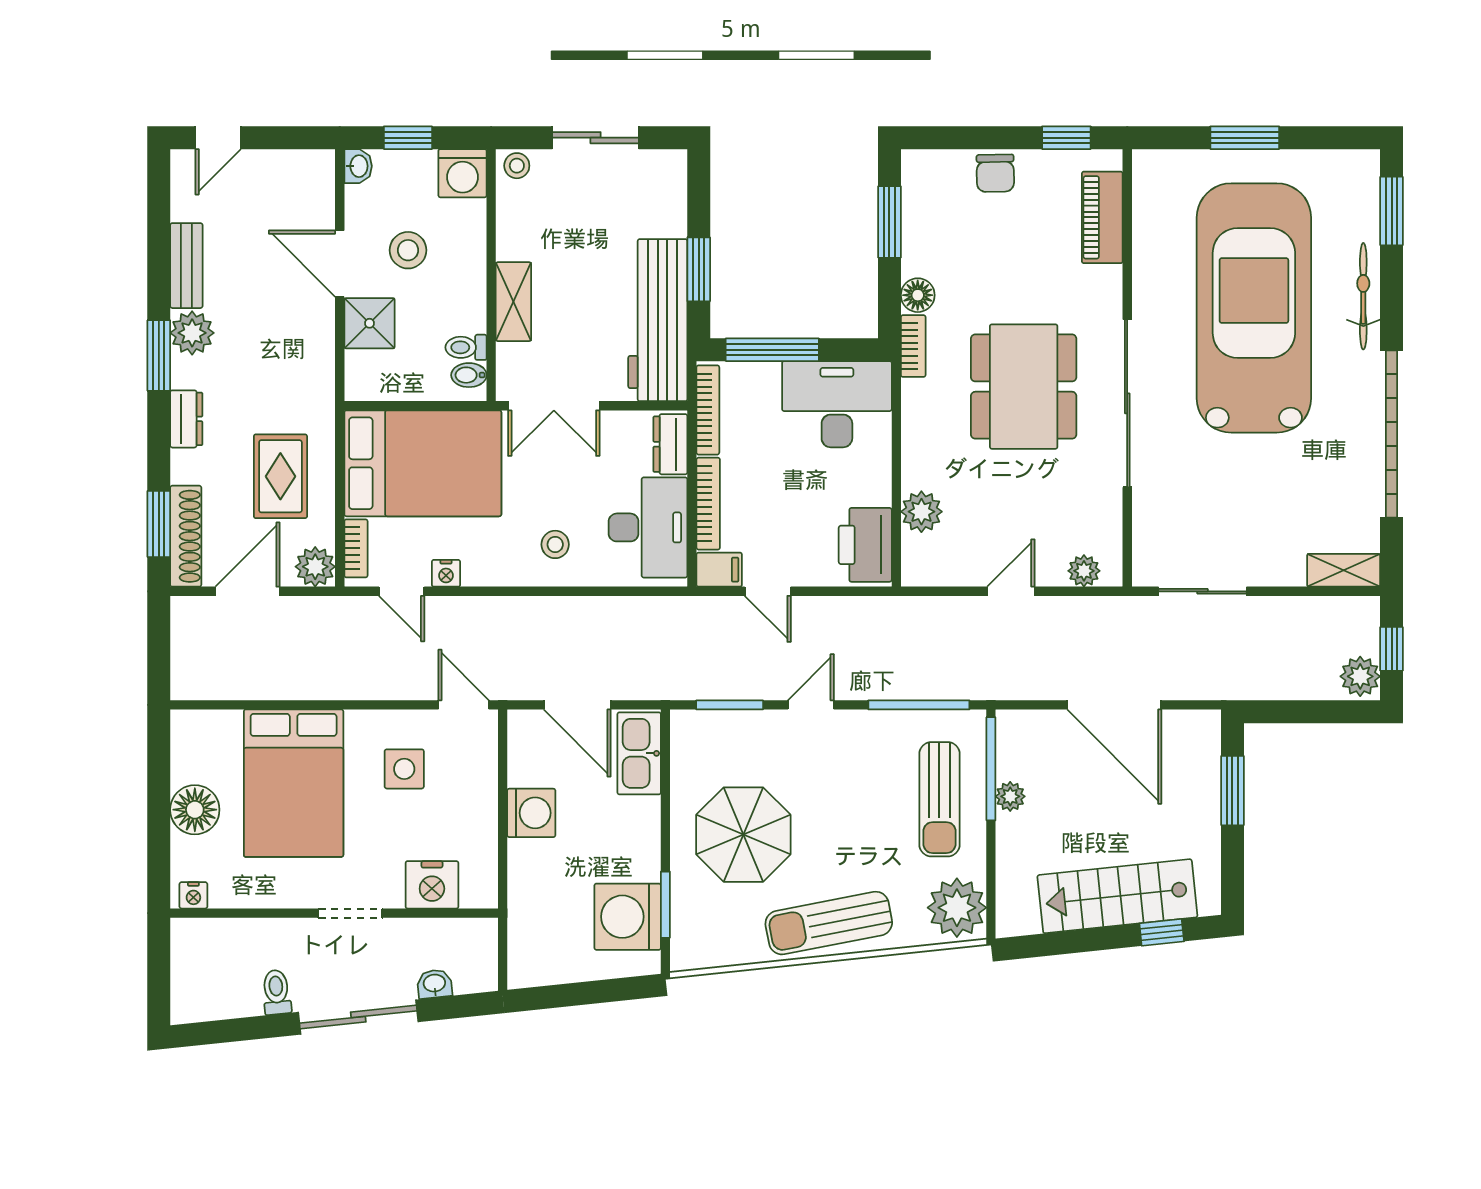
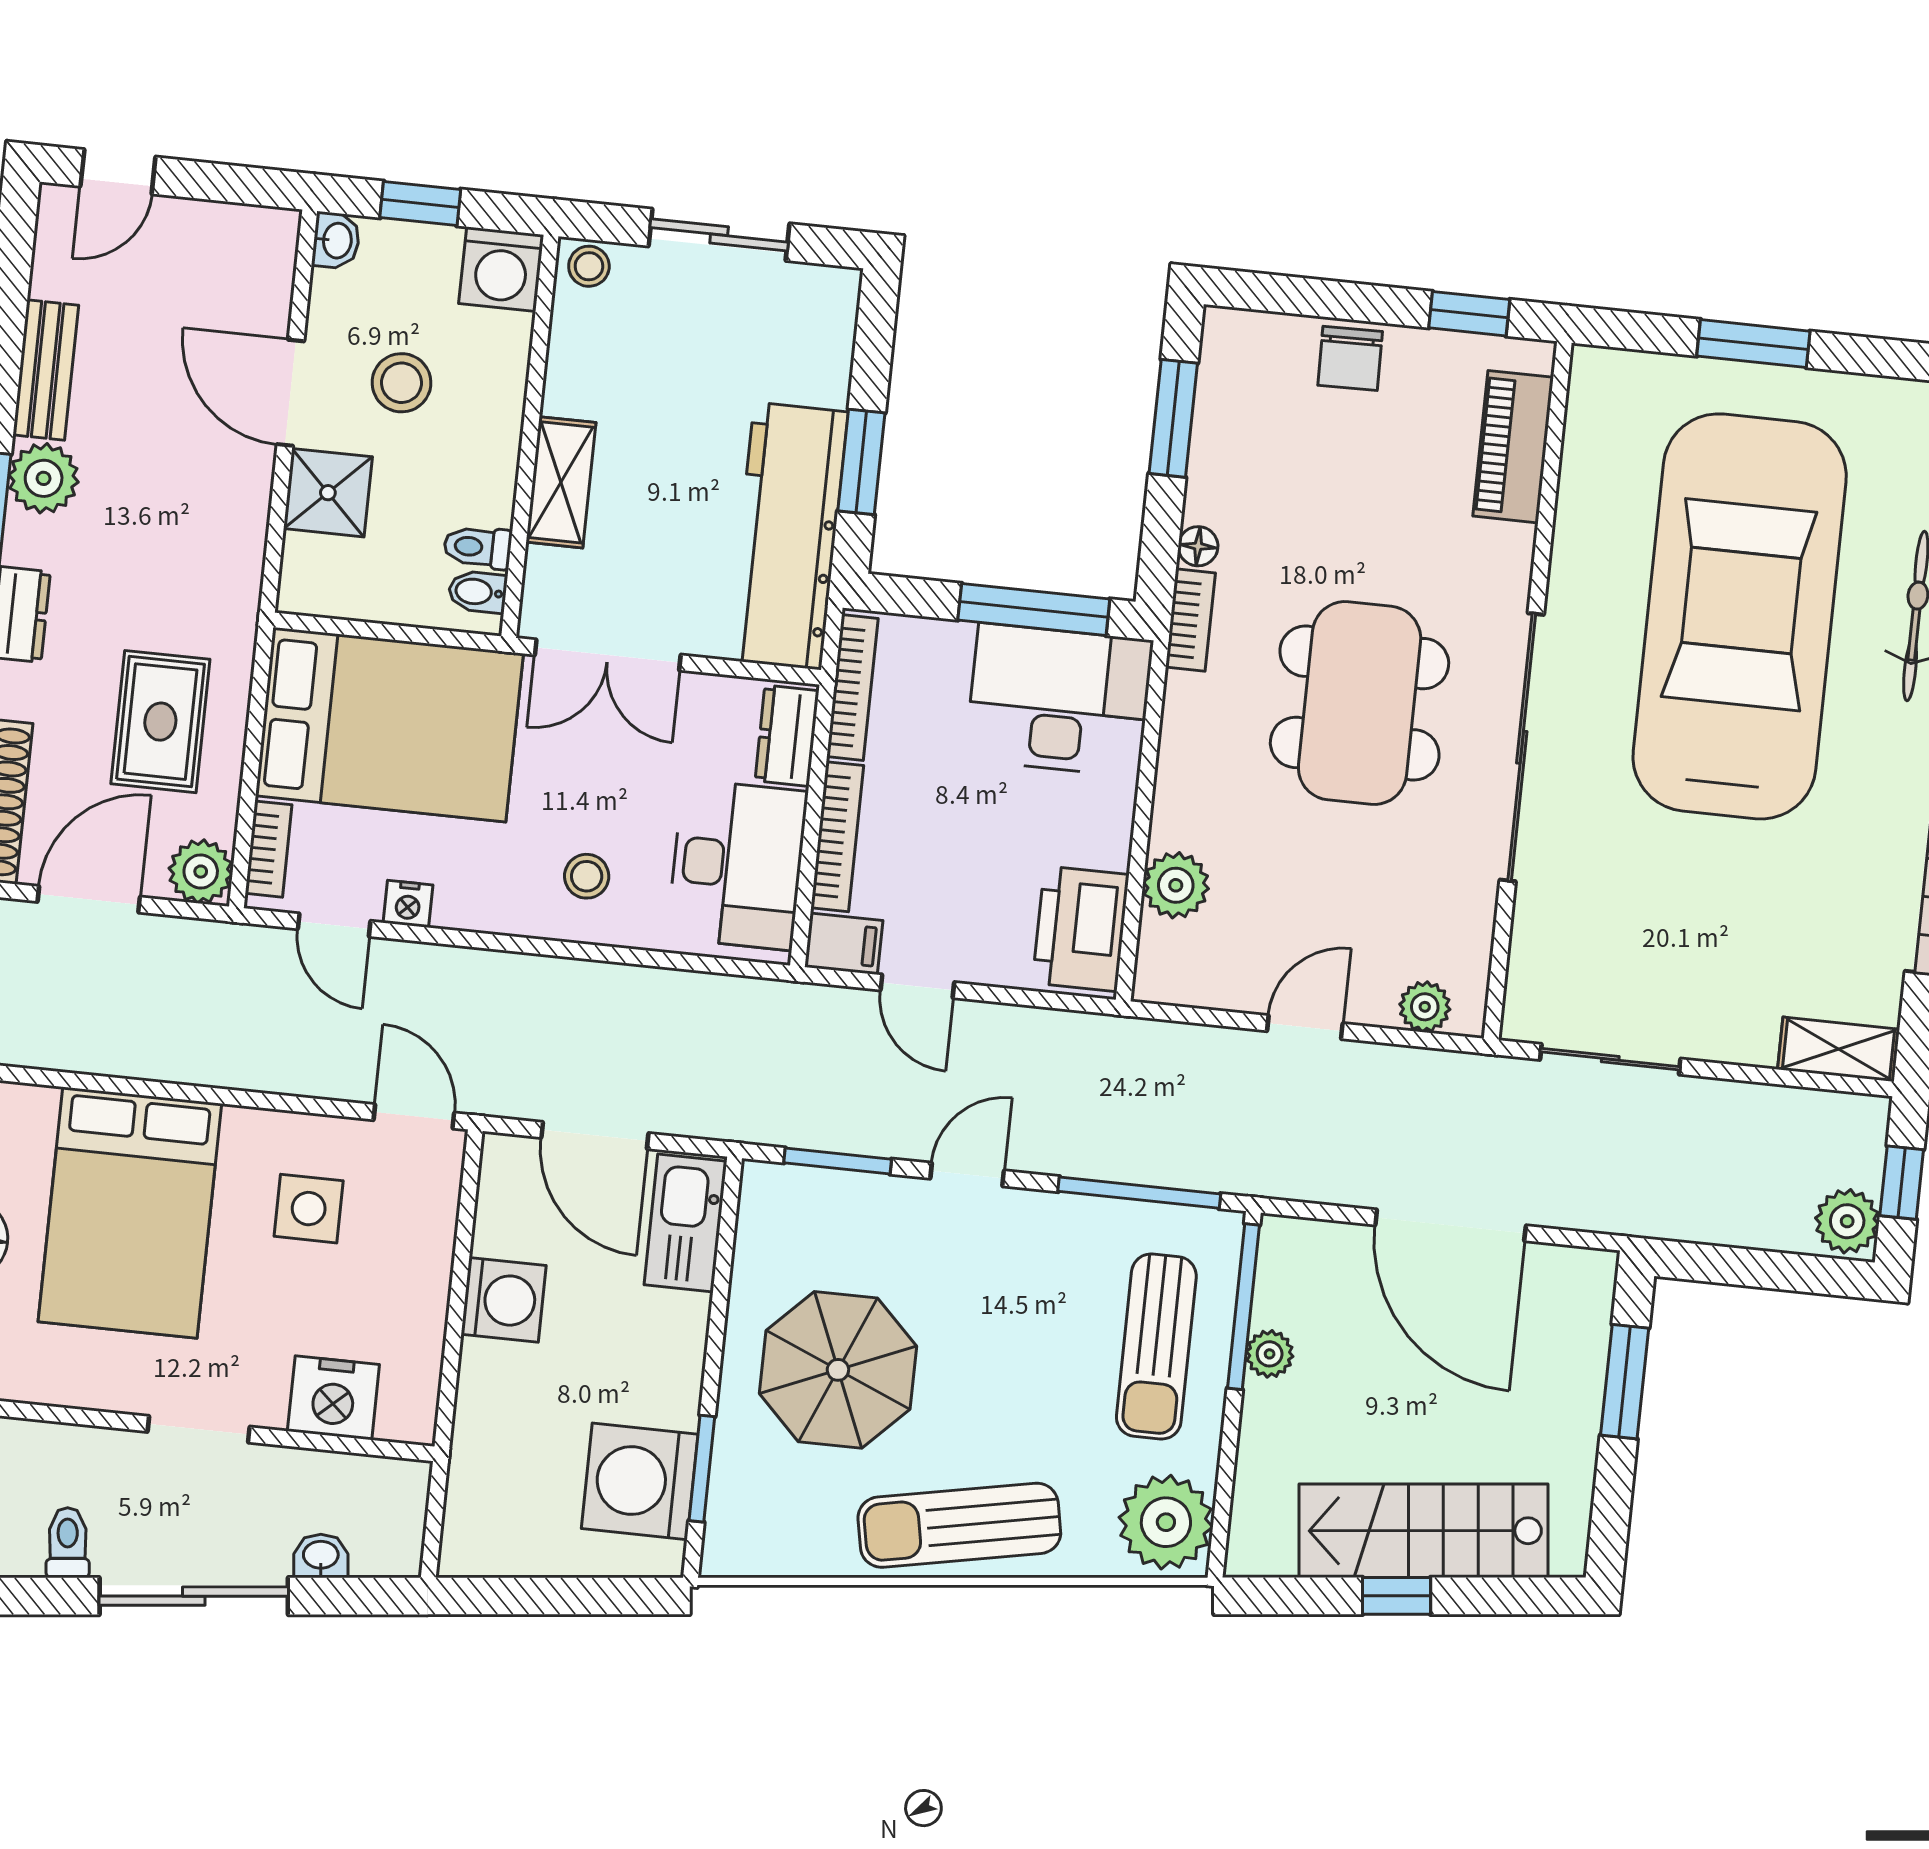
floor lamp: (918, 295) -> (1198, 546), width x0.73, depth x0.73
window: (772, 350) -> (1034, 609), moved
window: (1162, 932) -> (1396, 1596), moved

